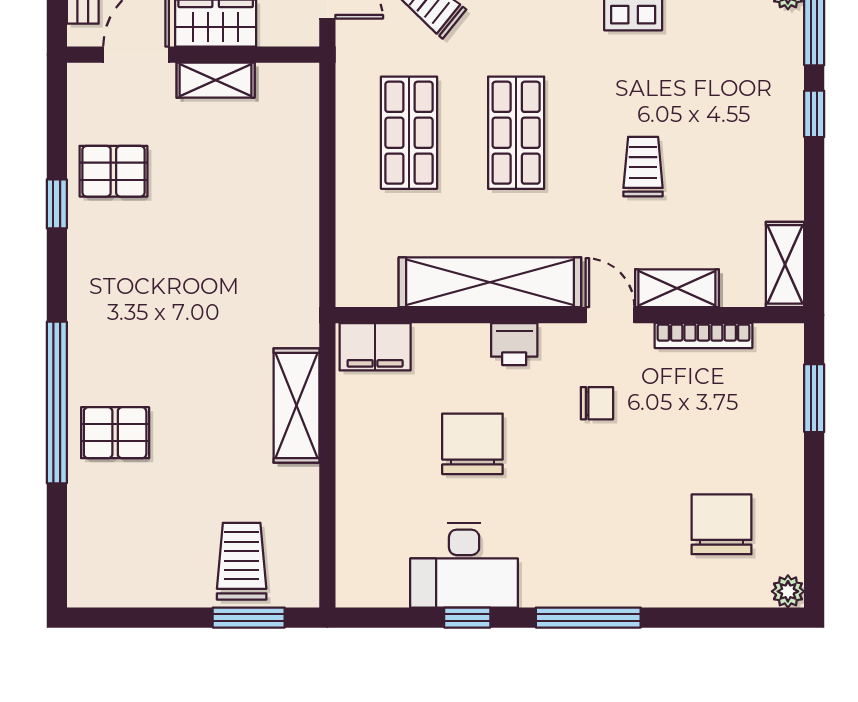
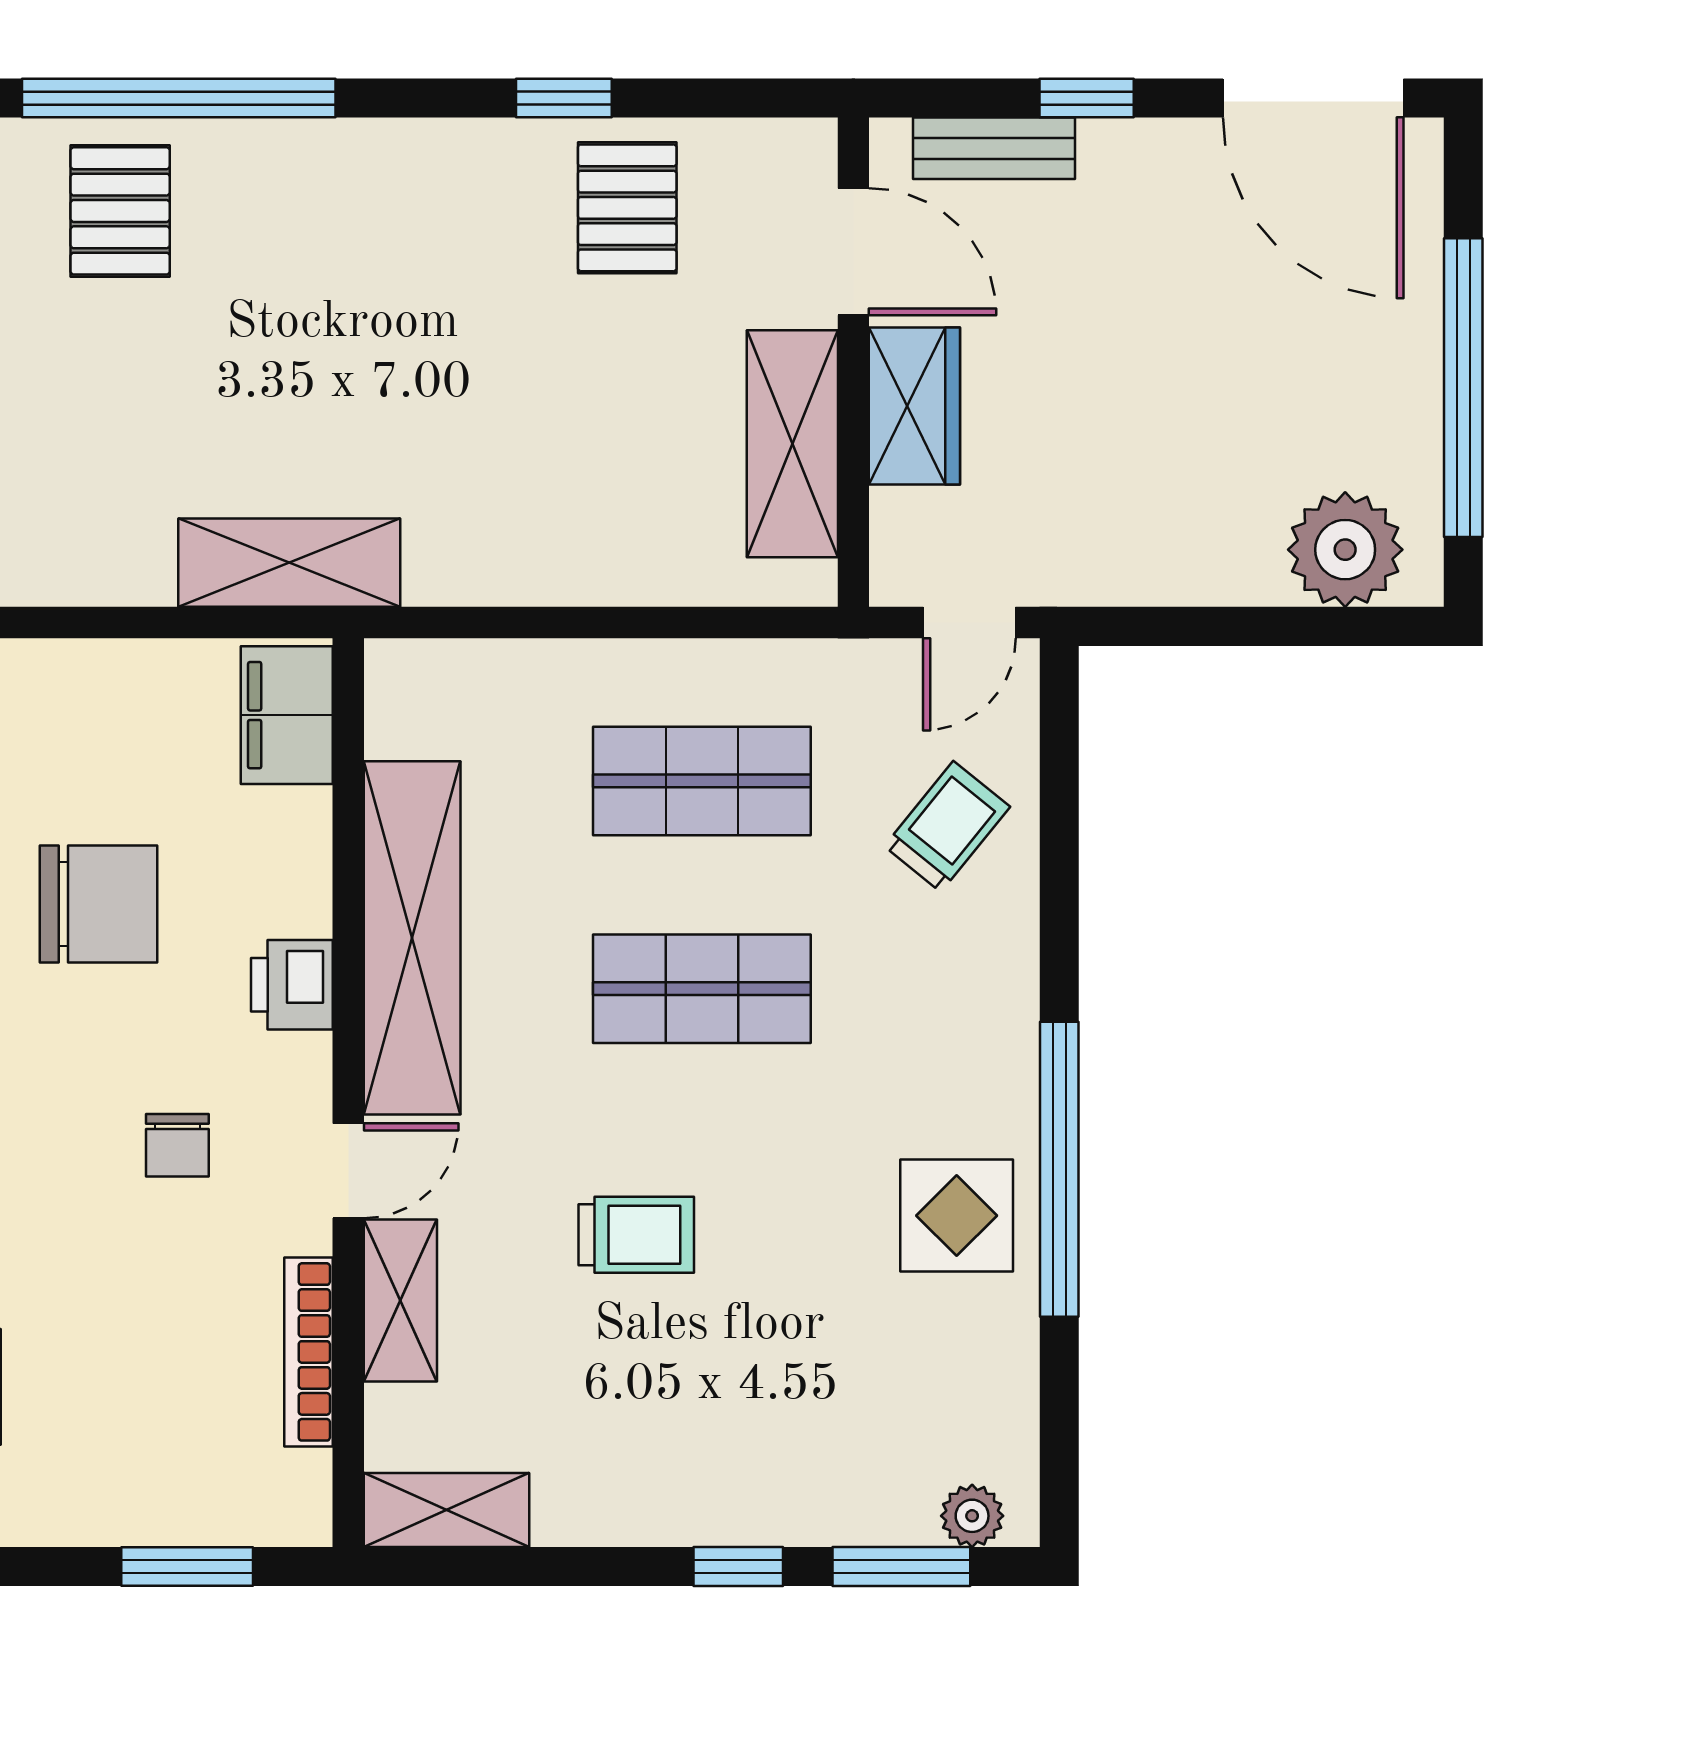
shelving: (216, 80) -> (792, 444), width x1.50, depth x1.33
shelving: (296, 406) -> (289, 563), moved

